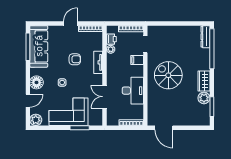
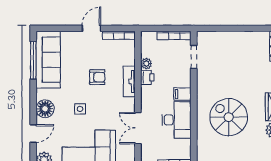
printer: (111, 39) -> (147, 77), moved
filing cabinet: (137, 60) -> (182, 94), moved
spiral stairs: (168, 75) -> (229, 117), moved

